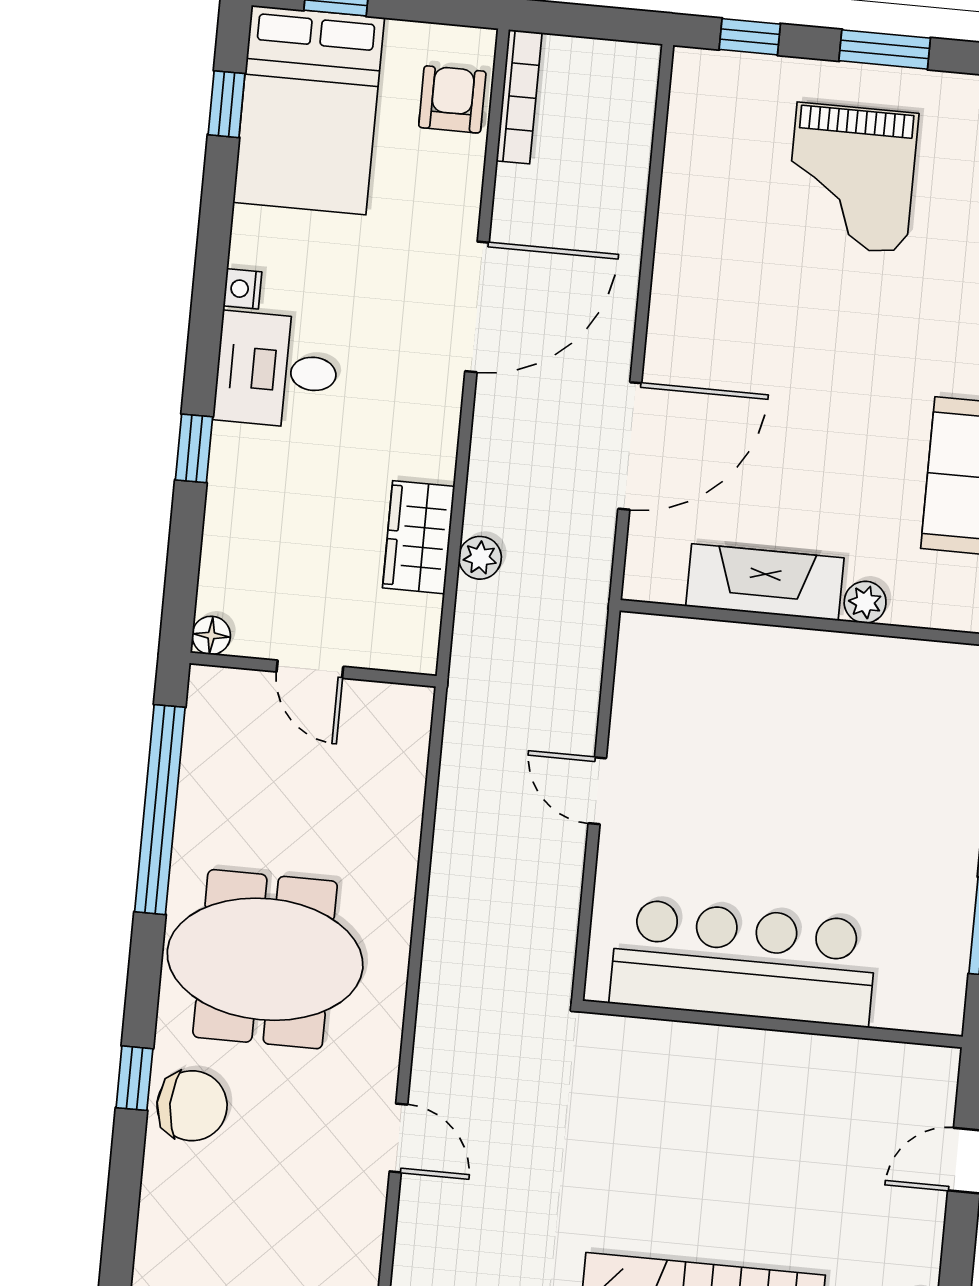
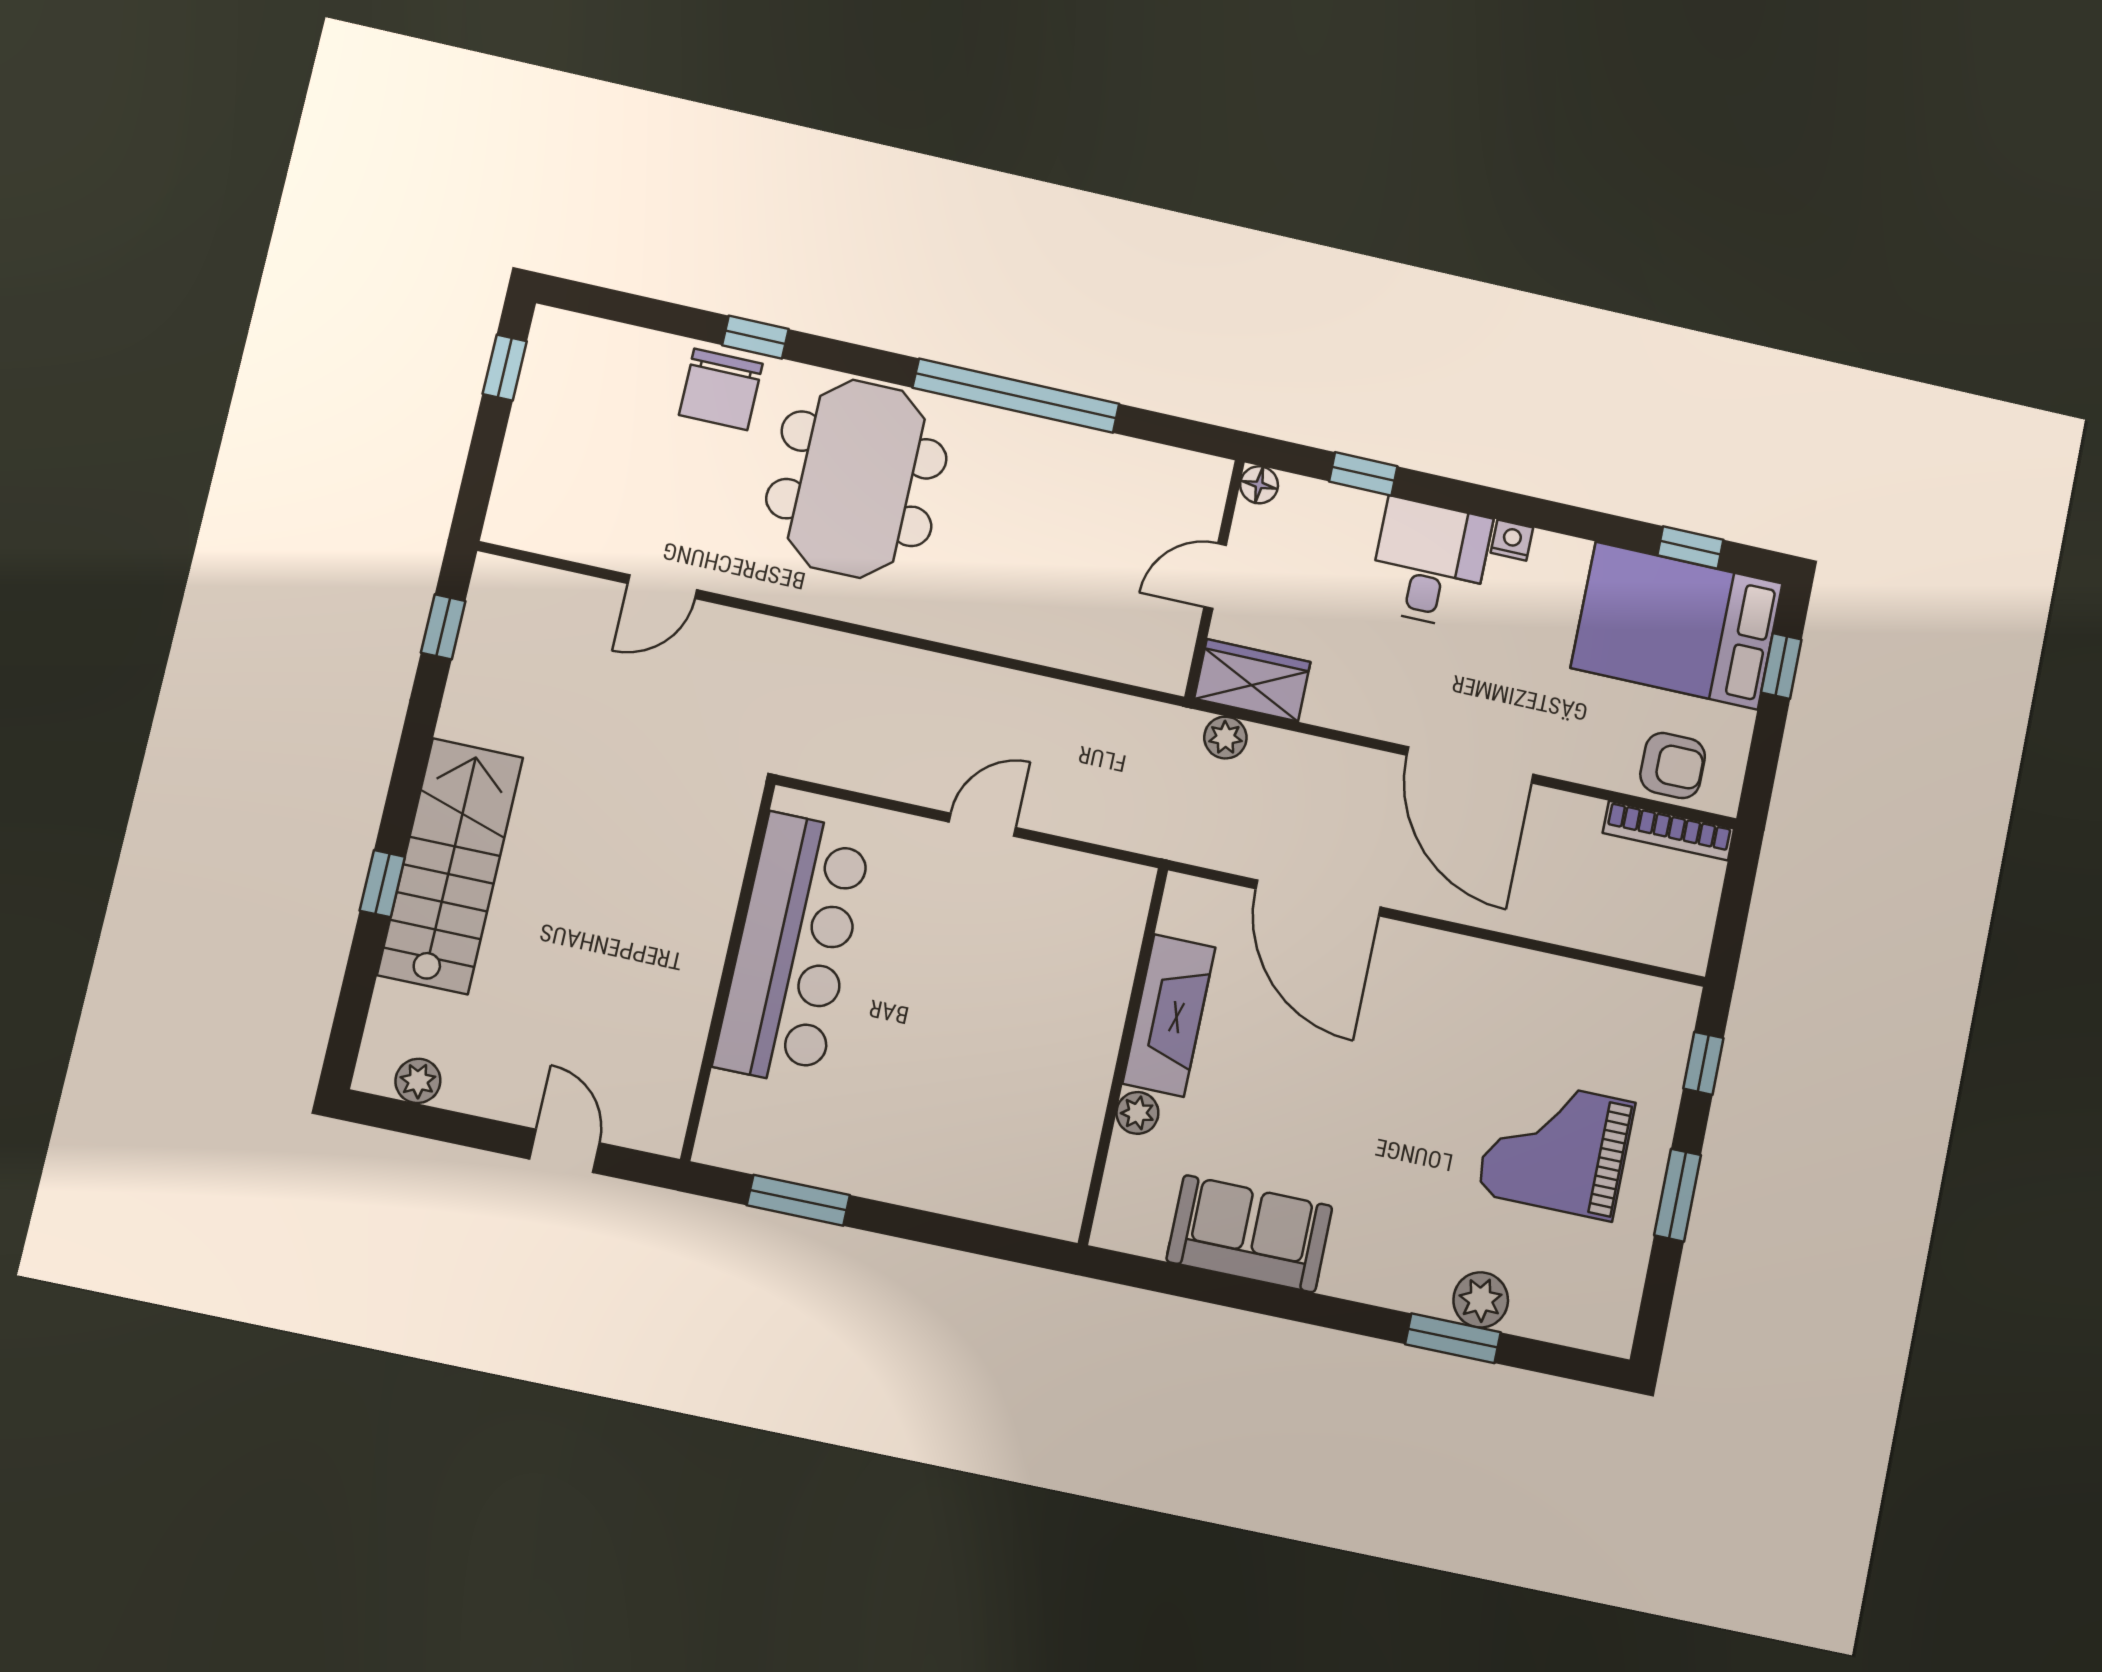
floor lamp: (211, 635) -> (1259, 485), moved
door: (310, 669) -> (1215, 576), moved
wall: (313, 670) -> (1214, 579), moved

